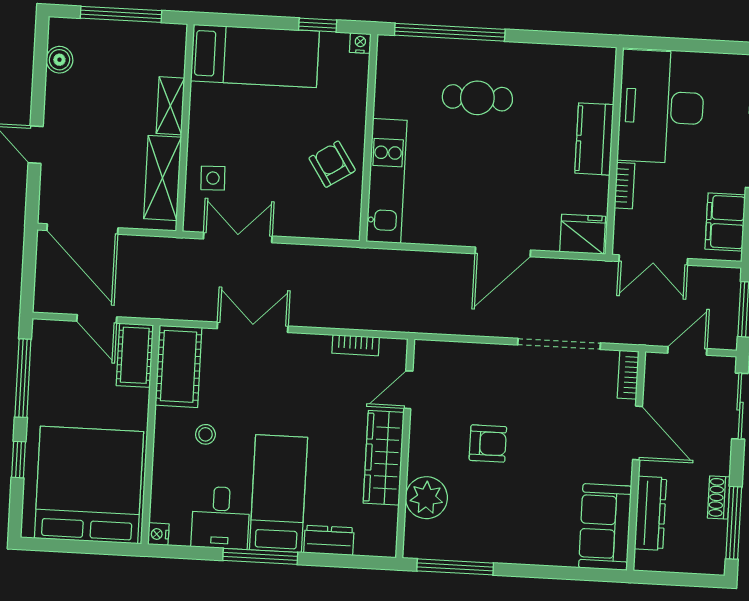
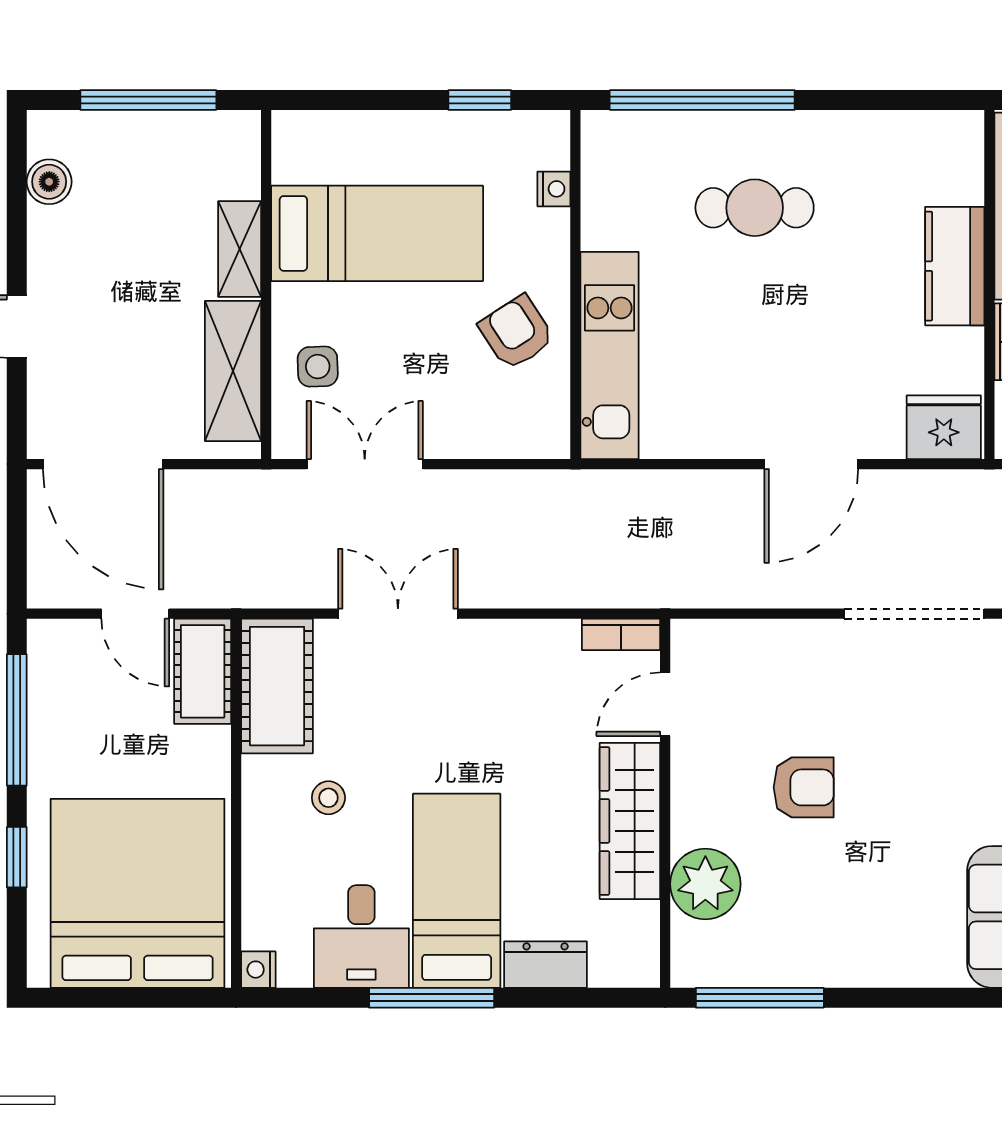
nightstand: (360, 43) -> (554, 189), moved, turned 90
bed: (255, 56) -> (377, 233), moved
bookcase: (356, 345) -> (621, 634), moved

